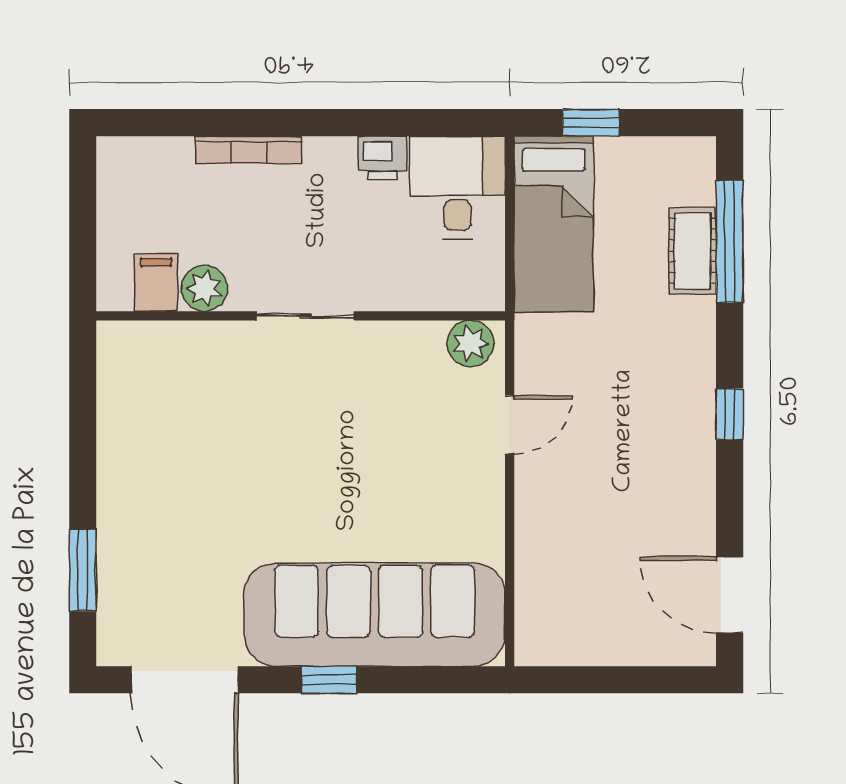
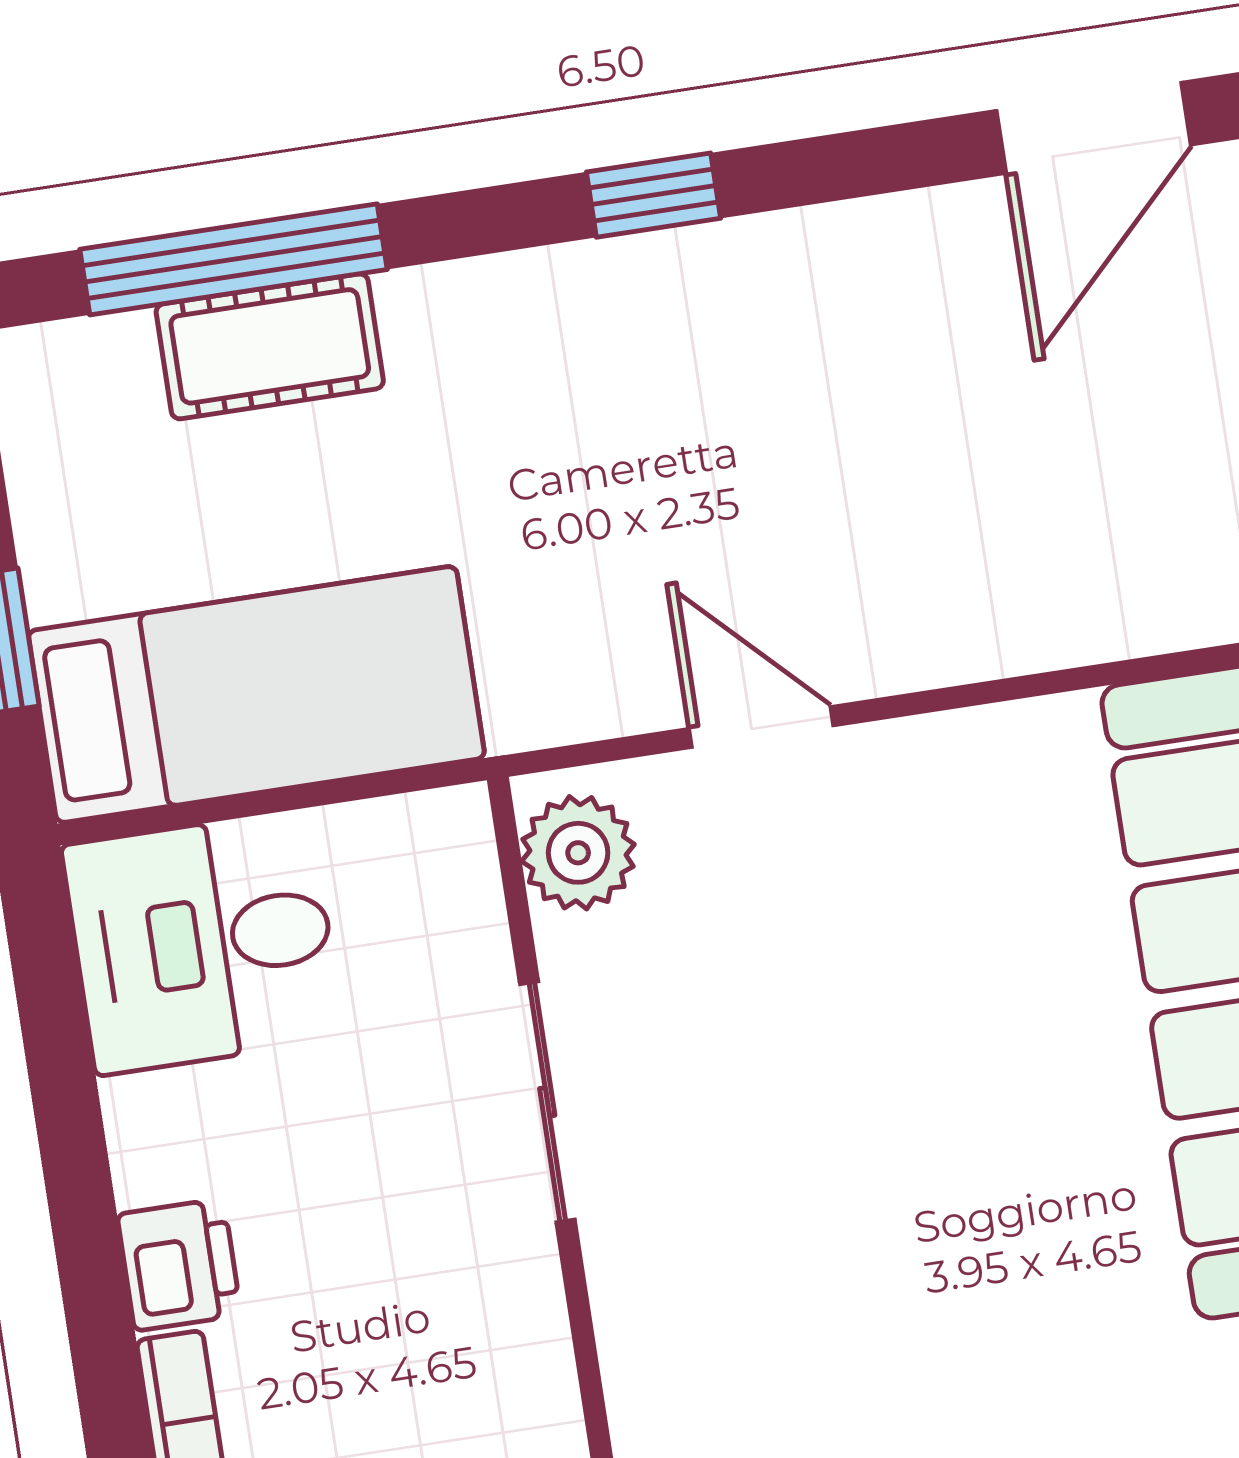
printer: (382, 158) -> (179, 1265), moved
sliding door: (305, 316) -> (547, 1102), moved

